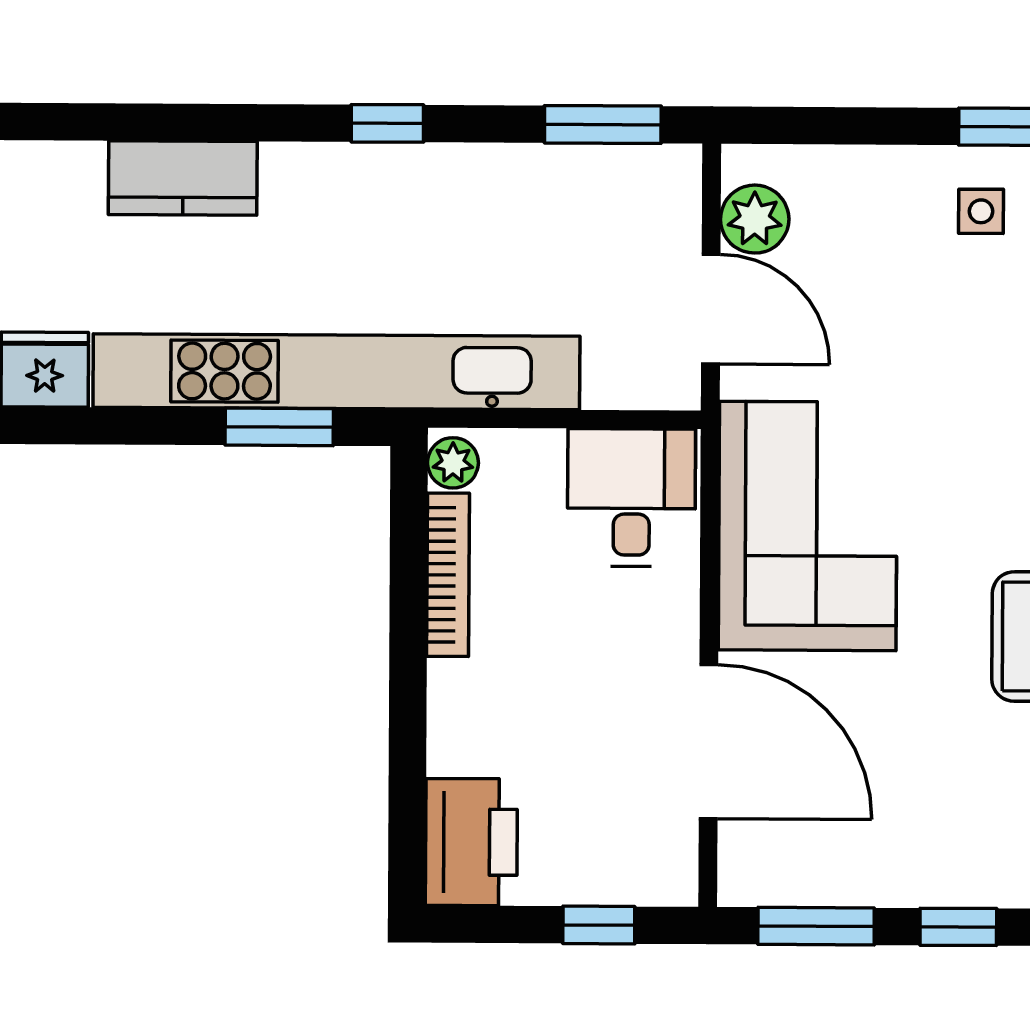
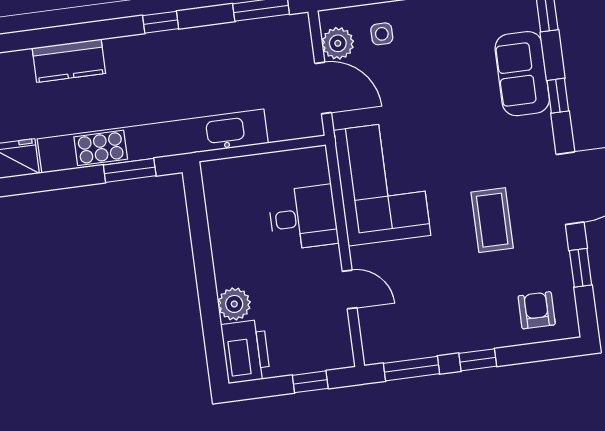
side table: (981, 211) -> (382, 34), moved
plant: (453, 463) -> (234, 304), moved, width x1.38, depth x1.38
desk: (631, 497) -> (303, 218), moved, turned 90
bookcase: (448, 575) -> (218, 228), removed
door: (709, 742) -> (350, 289), width x0.53

